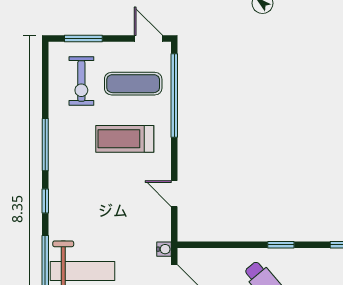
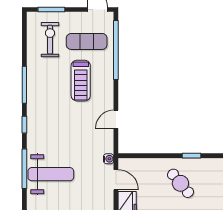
exercise bike: (81, 81) -> (50, 40), turned 180
treadmill: (125, 139) -> (81, 81), turned -90
door: (174, 194) -> (116, 119), hinge flipped

